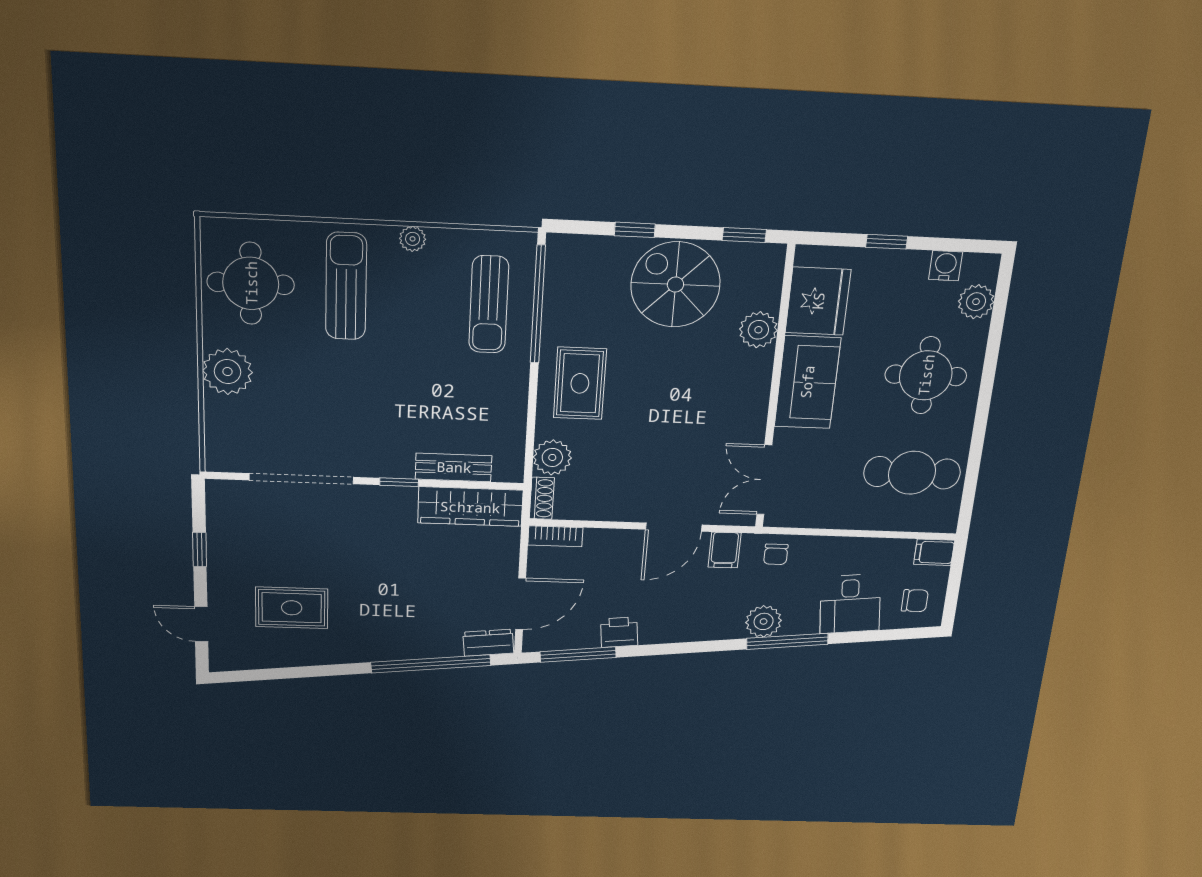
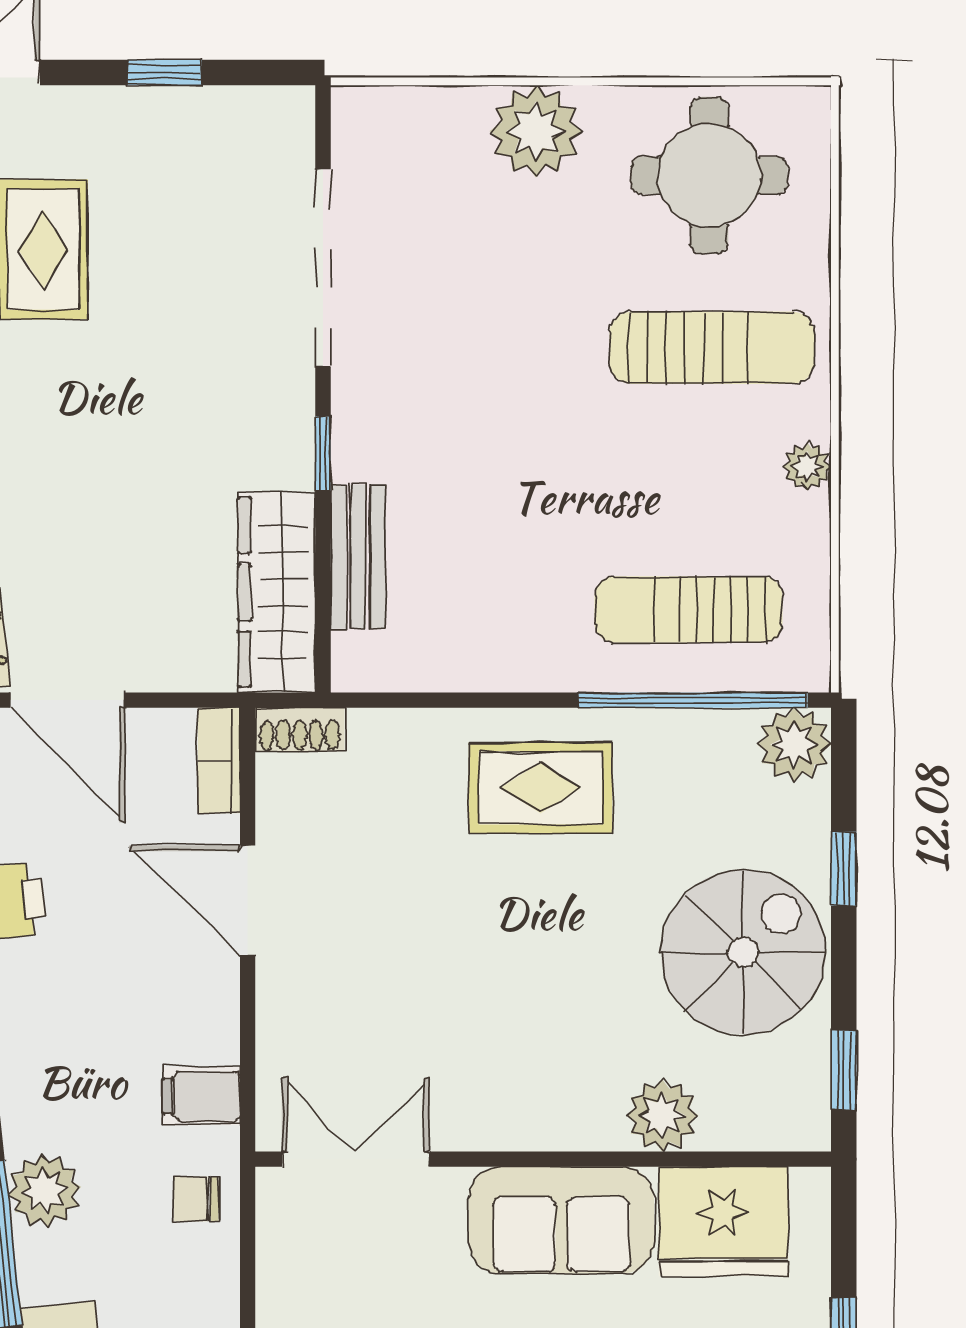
plant: (552, 457) -> (794, 745), moved
door: (674, 527) -> (248, 901), moved

